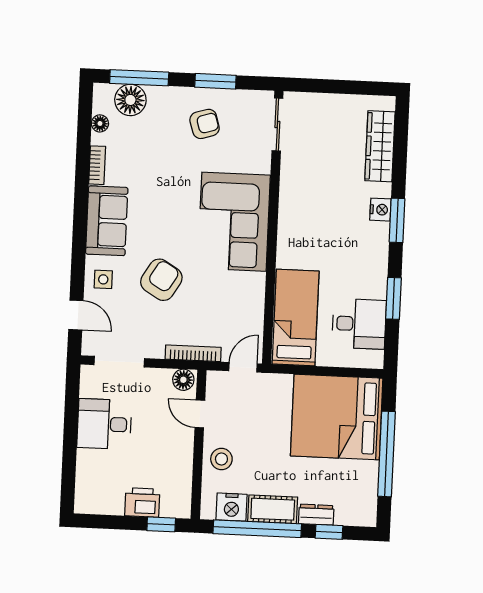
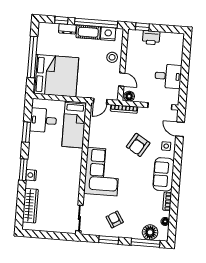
armchair: (205, 124) -> (115, 219), turned 75

